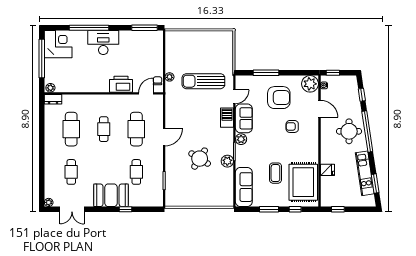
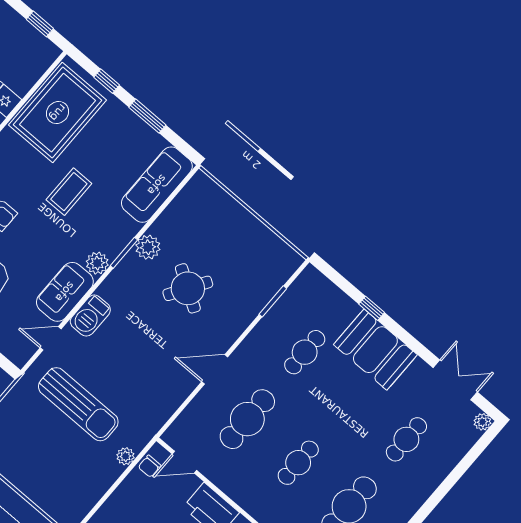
coffee table: (275, 173) -> (69, 192), moved

